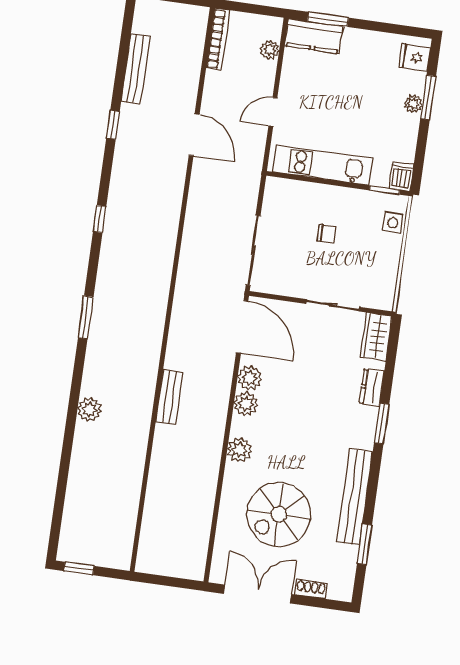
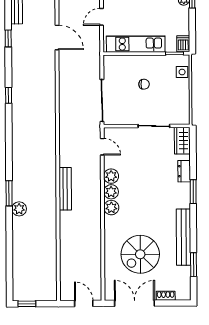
window: (86, 317) -> (9, 193), moved
door: (242, 327) -> (102, 147), width x0.53
bench: (169, 397) -> (65, 189), width x1.36
plant: (239, 450) -> (111, 208), moved
door: (173, 582) -> (84, 303), added

